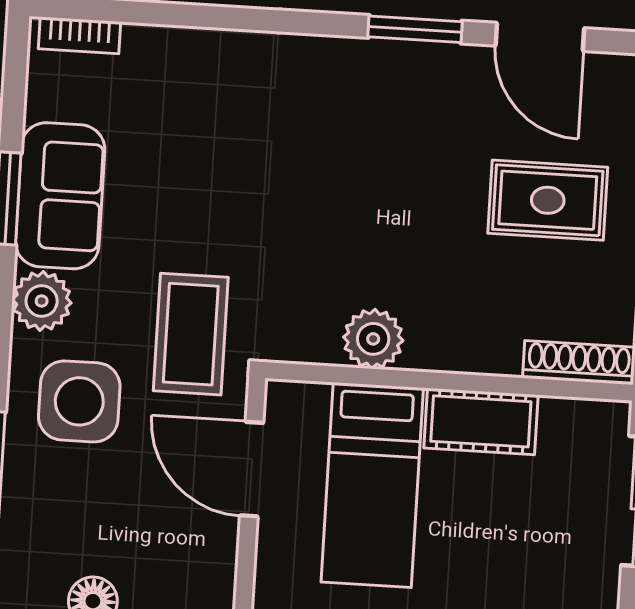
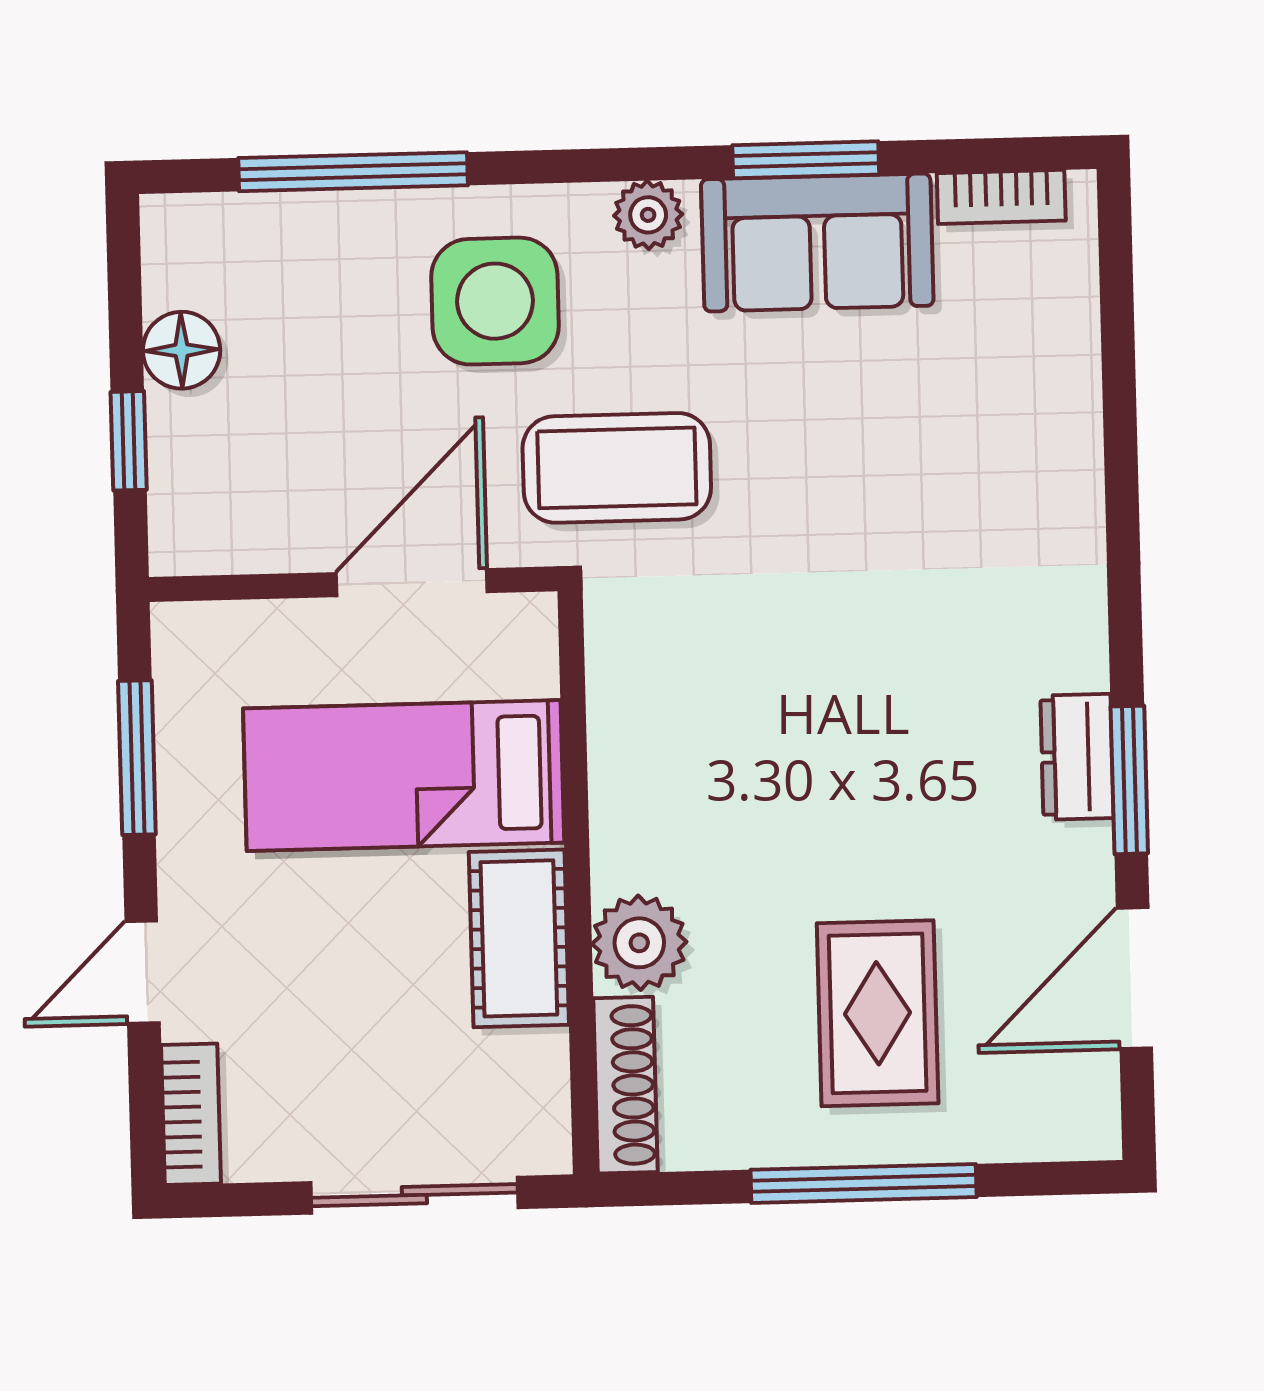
bookcase: (79, 35) -> (1001, 197), moved, turned -90
dresser: (398, 61) -> (1077, 757), added
plant: (42, 301) -> (648, 215), width x0.73, depth x0.73
plant: (373, 339) -> (639, 943), moved

